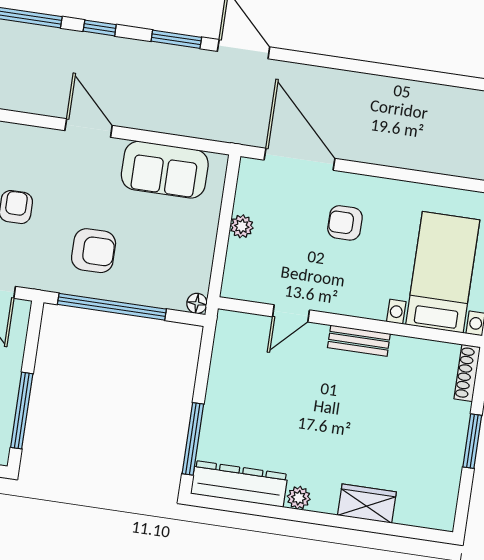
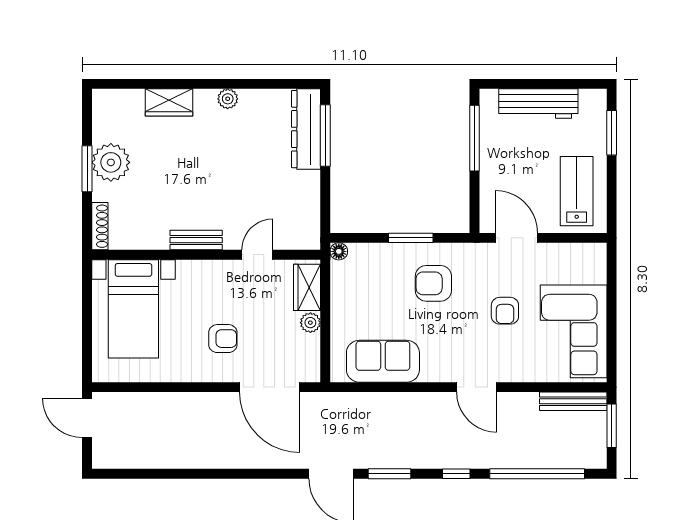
door: (89, 128) -> (477, 387), moved
wardrobe: (240, 267) -> (307, 287), added
window: (112, 307) -> (411, 238), width x0.47
plant: (444, 444) -> (111, 162), added
dresser: (239, 484) -> (306, 129), moved, turned 90

